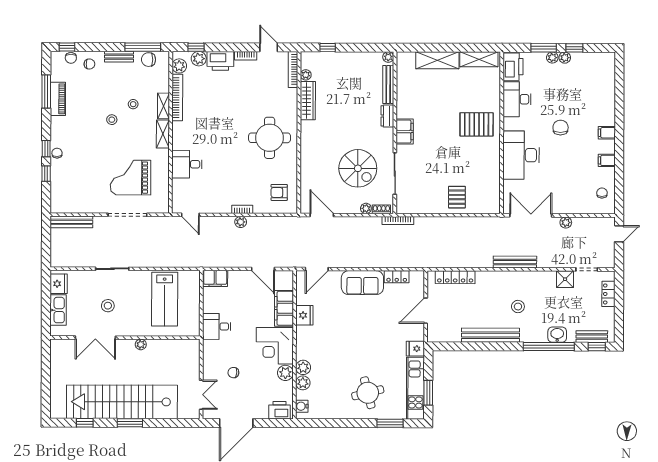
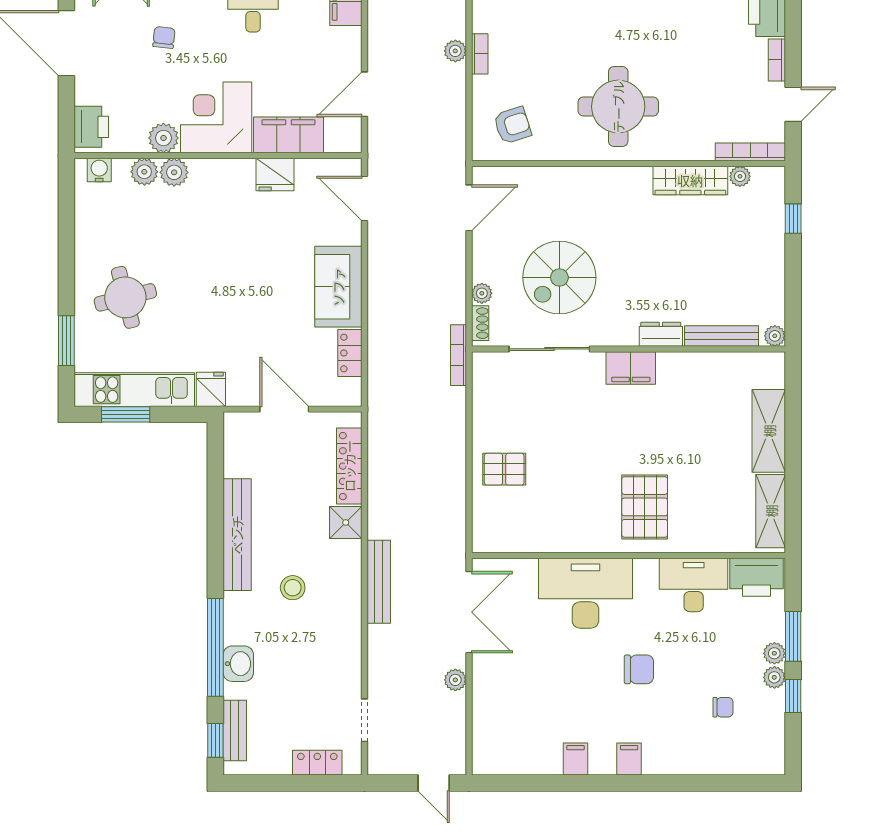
armchair: (279, 192) -> (512, 125), turned 72
chair: (602, 193) -> (723, 707), moved
shower: (565, 279) -> (346, 522), moved

